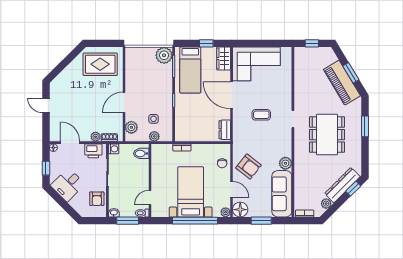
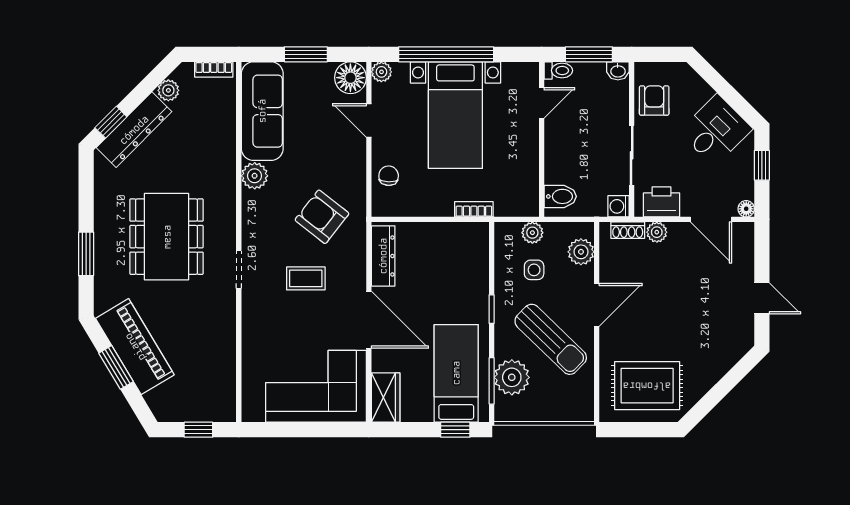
window: (206, 43) -> (455, 430), moved
plant: (164, 55) -> (512, 377), moved
sun lounger: (146, 86) -> (551, 339), added
dresser: (225, 130) -> (383, 256), width x1.44
armchair: (249, 167) -> (322, 217), moved

